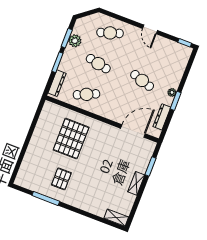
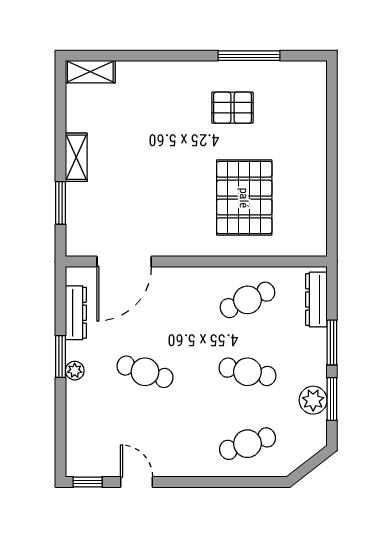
door: (150, 29) -> (137, 482), moved
pallet: (61, 179) -> (232, 108), turned 90

